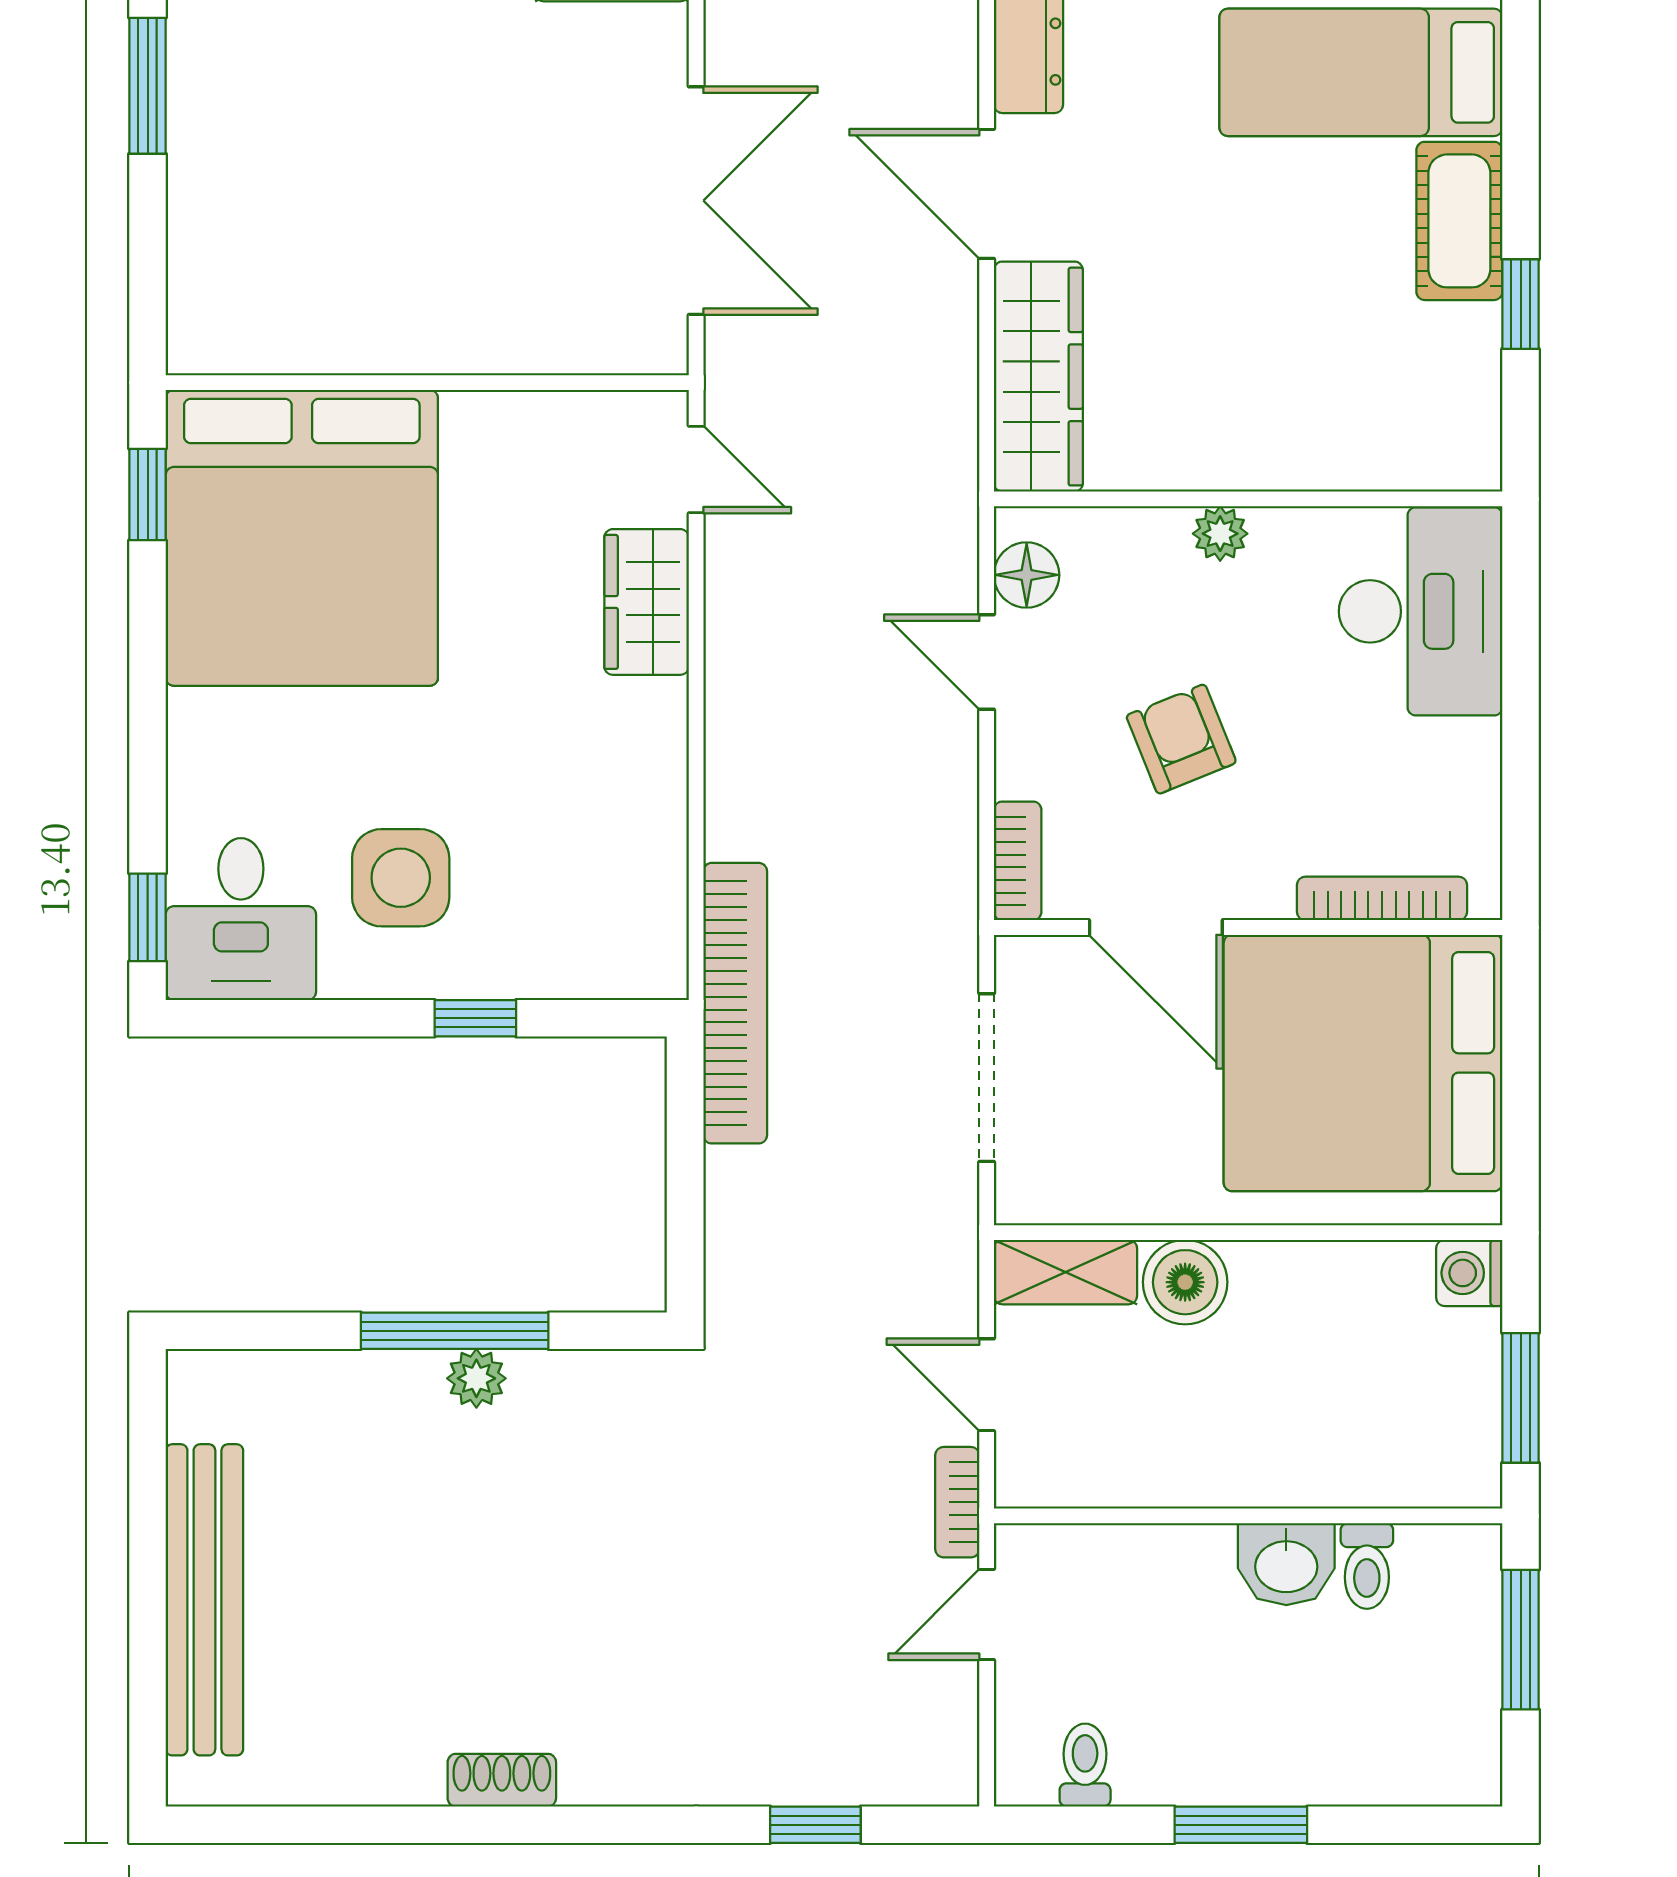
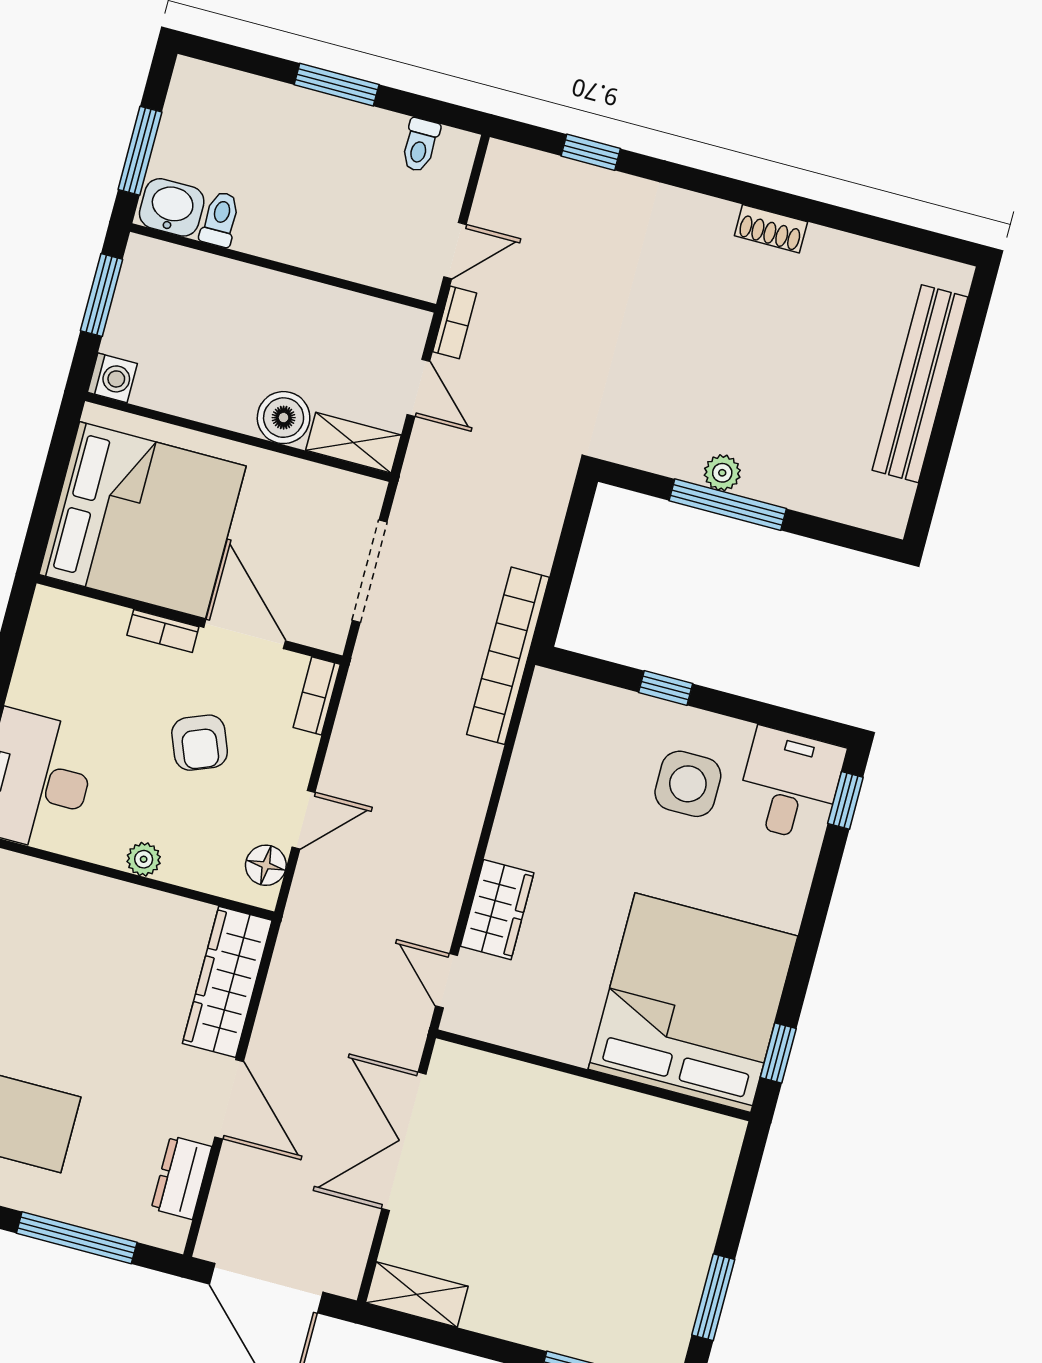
door: (987, 662) -> (304, 820), hinge flipped
bookcase: (1382, 898) -> (163, 631), moved, width x0.64
washbasin: (1286, 1564) -> (172, 207), moved

